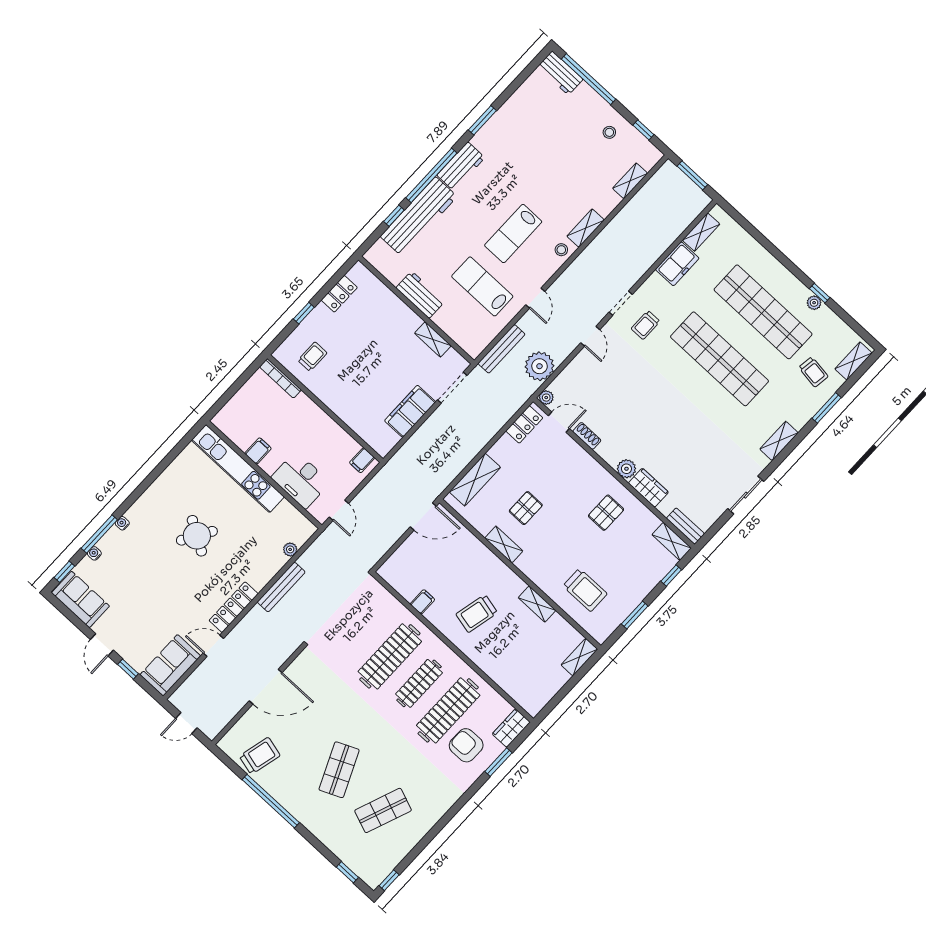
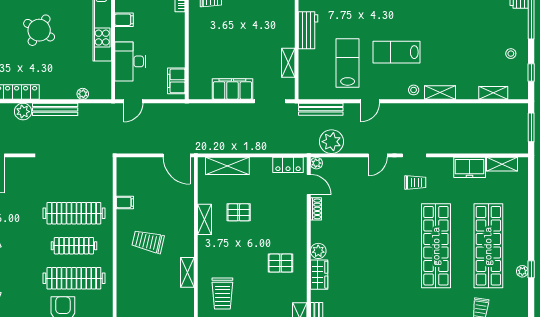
trolley: (646, 325) -> (415, 182), turned 180
filing cabinet: (362, 460) -> (176, 81), width x2.00
plant: (256, 618) -> (23, 112), added

